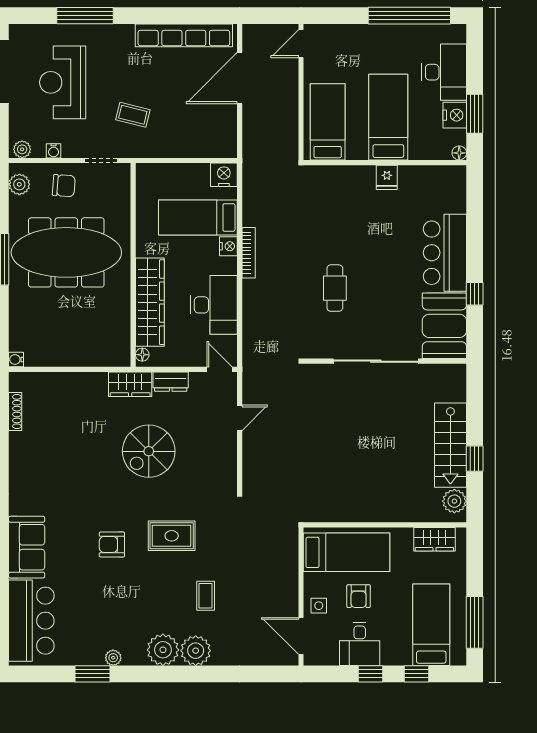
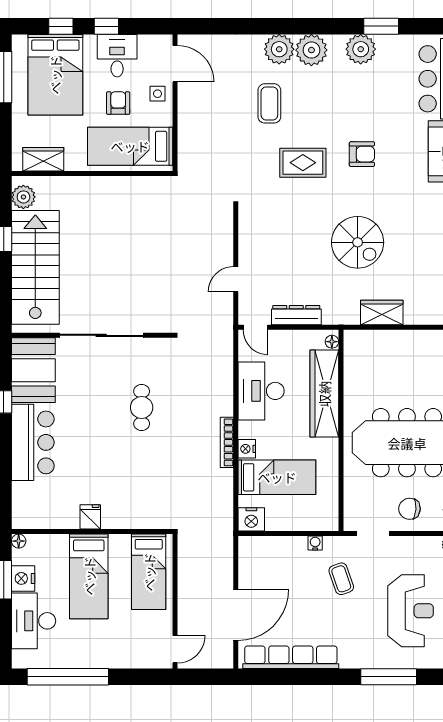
coffee table: (133, 115) -> (341, 579), turned 57
water cooler: (54, 151) -> (315, 543), moved
dresser: (171, 382) -> (296, 315), width x1.44
wardrobe: (130, 384) -> (382, 312), moved
stairs: (450, 445) -> (35, 267), width x1.36, depth x1.51
spiral stairs: (149, 451) -> (358, 242), moved, turned 90
coffee table: (206, 596) -> (269, 103), width x1.36, depth x1.30
bed: (431, 625) -> (55, 75), width x1.50
plant: (113, 658) -> (361, 49), width x1.88, depth x1.88

